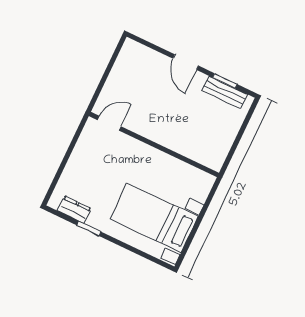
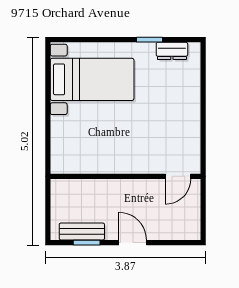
door: (109, 123) -> (178, 176), moved
wall: (154, 145) -> (126, 176), moved

